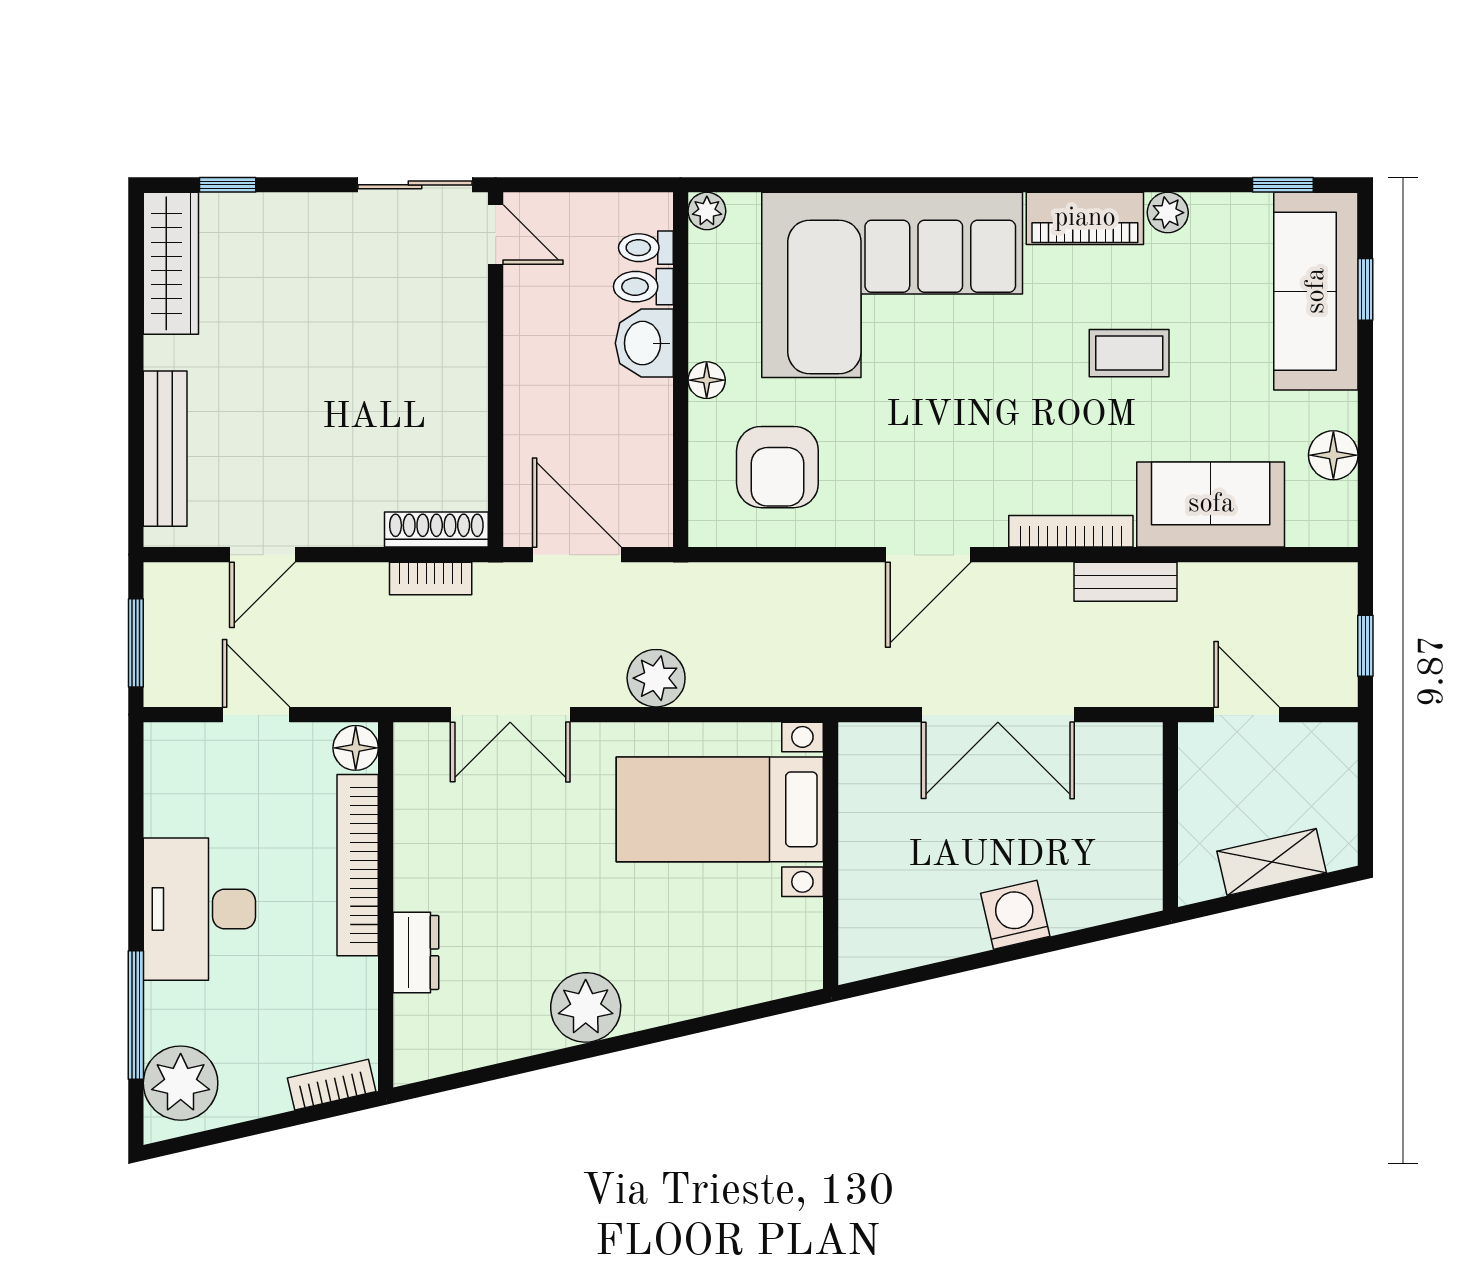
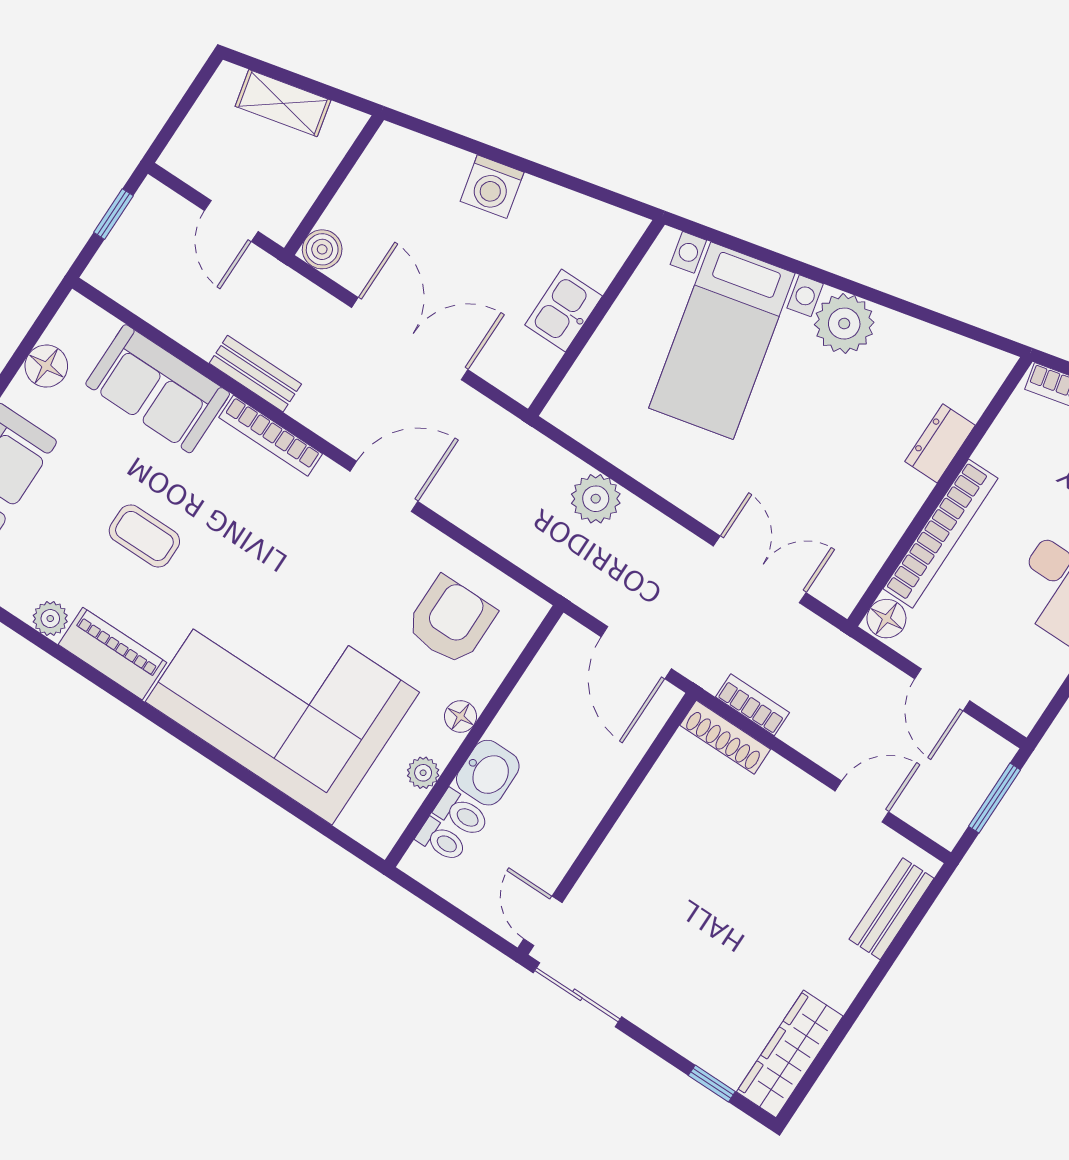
plant: (707, 211) -> (423, 773), moved
bench: (165, 449) -> (891, 909), width x0.73
plant: (656, 678) -> (596, 499), moved
boiler: (1140, 745) -> (322, 249), added
bed with nightstands: (720, 809) -> (722, 341), moved, turned 77
kitchen sink: (867, 840) -> (564, 310), added

